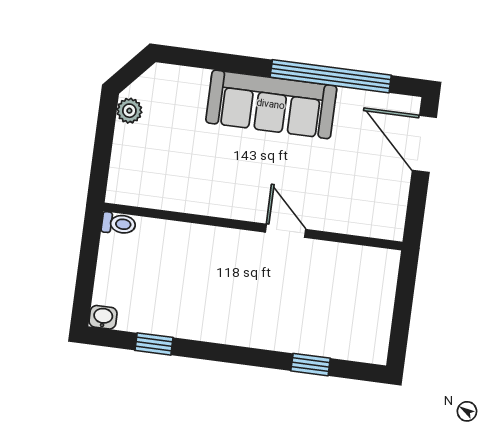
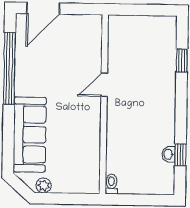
sofa: (271, 104) -> (30, 135), moved
washbasin: (103, 317) -> (168, 154), moved

